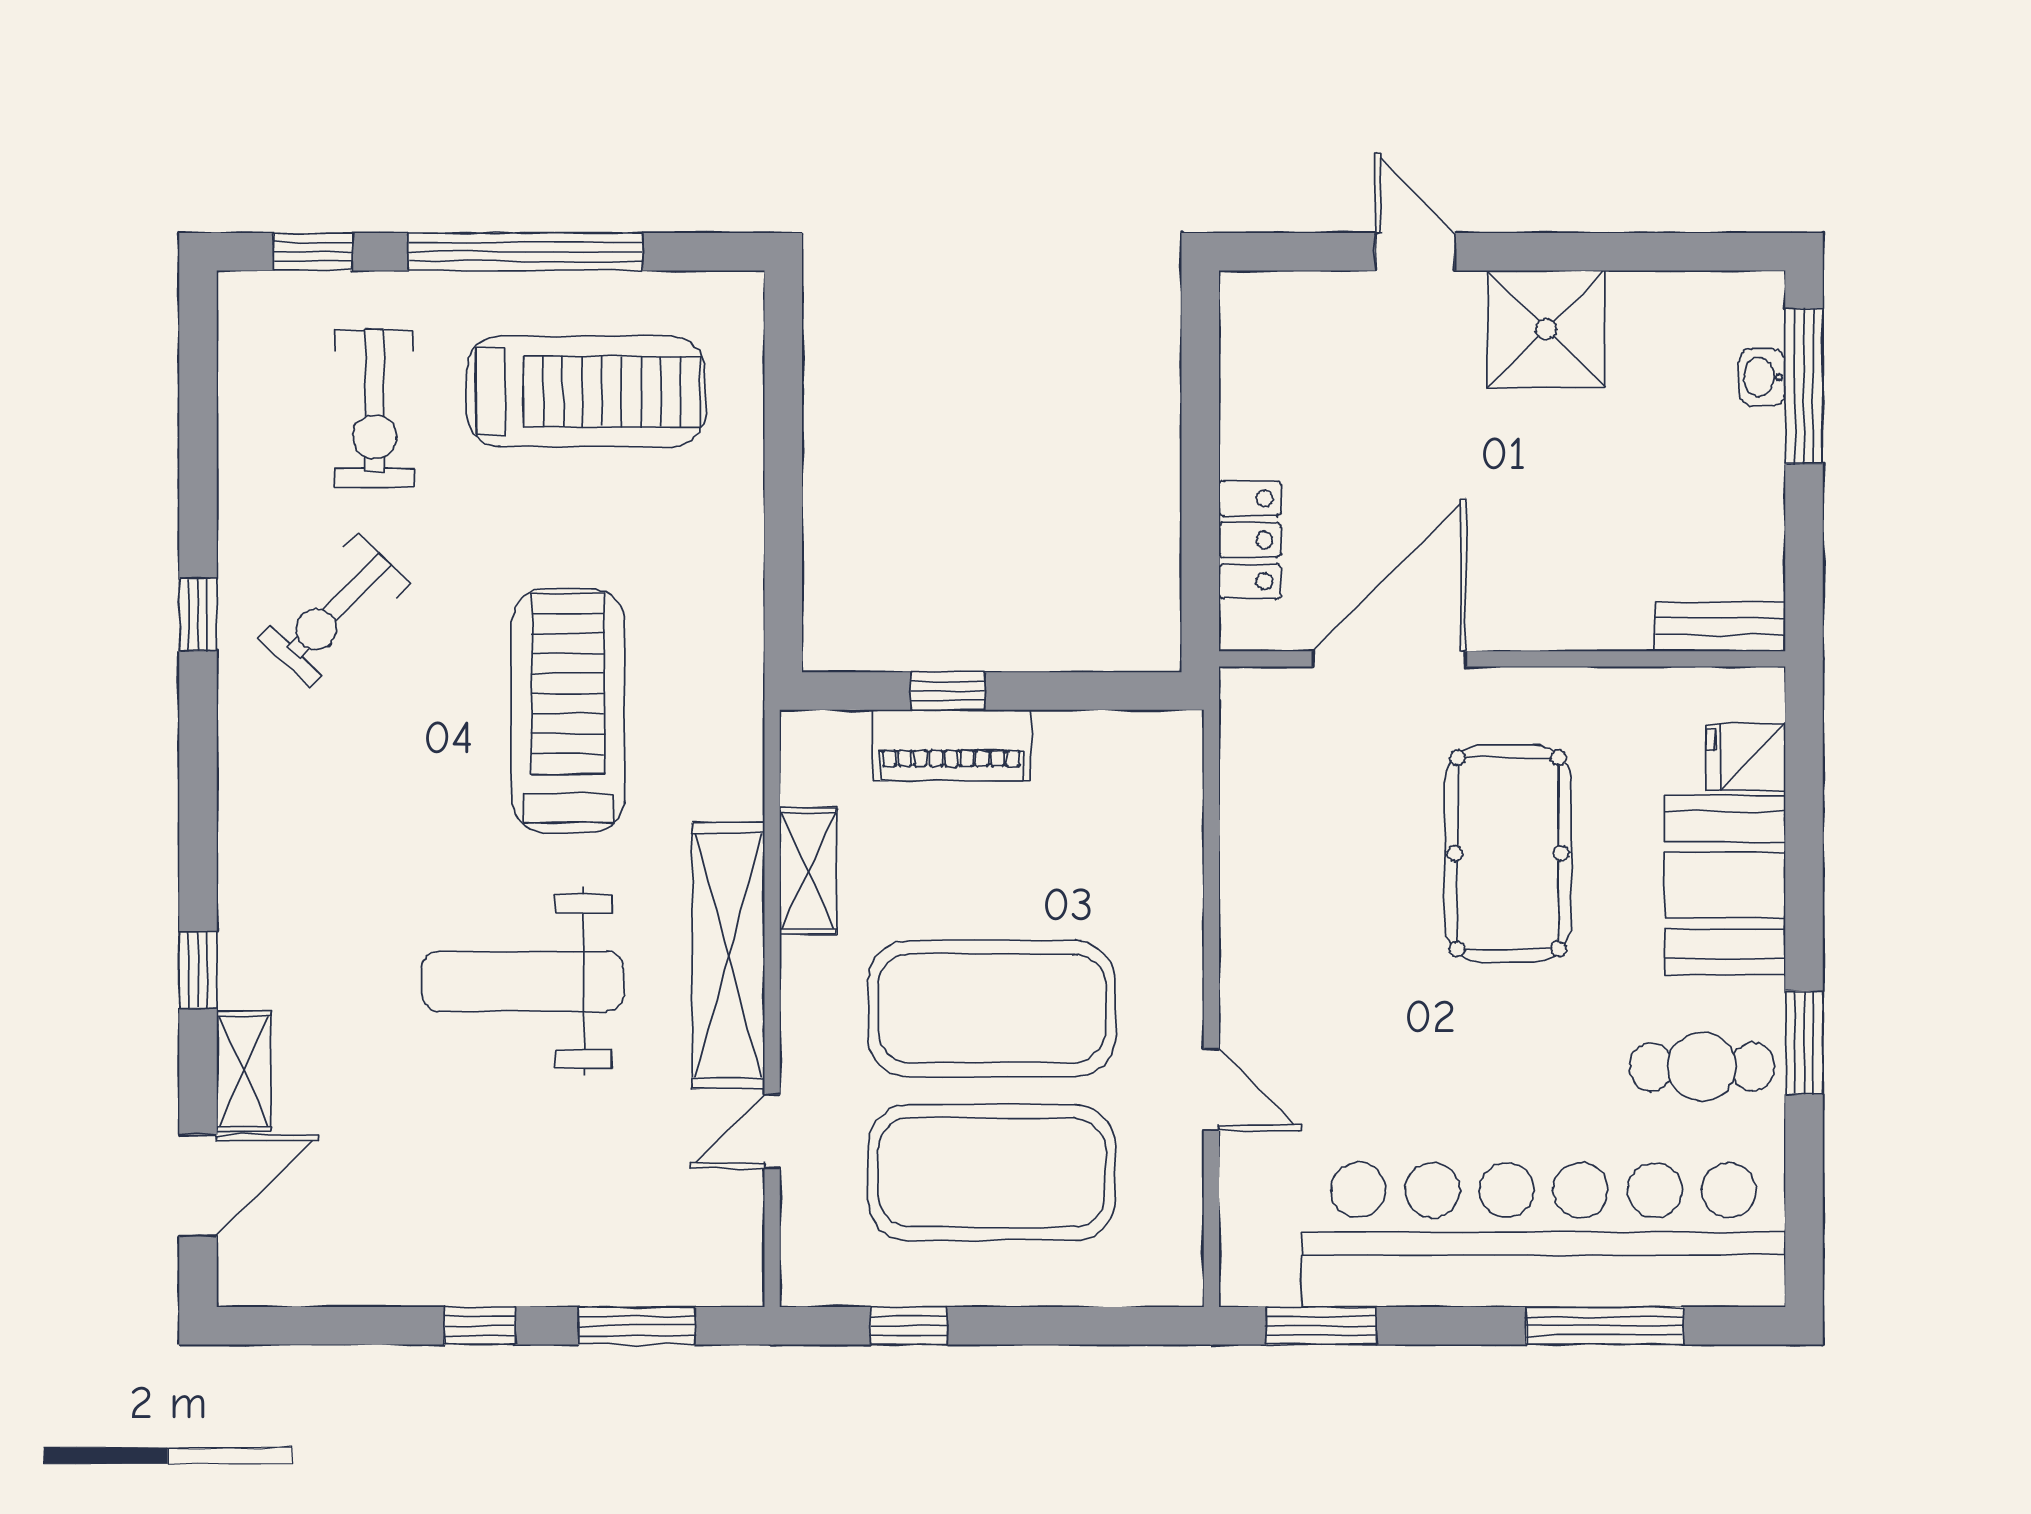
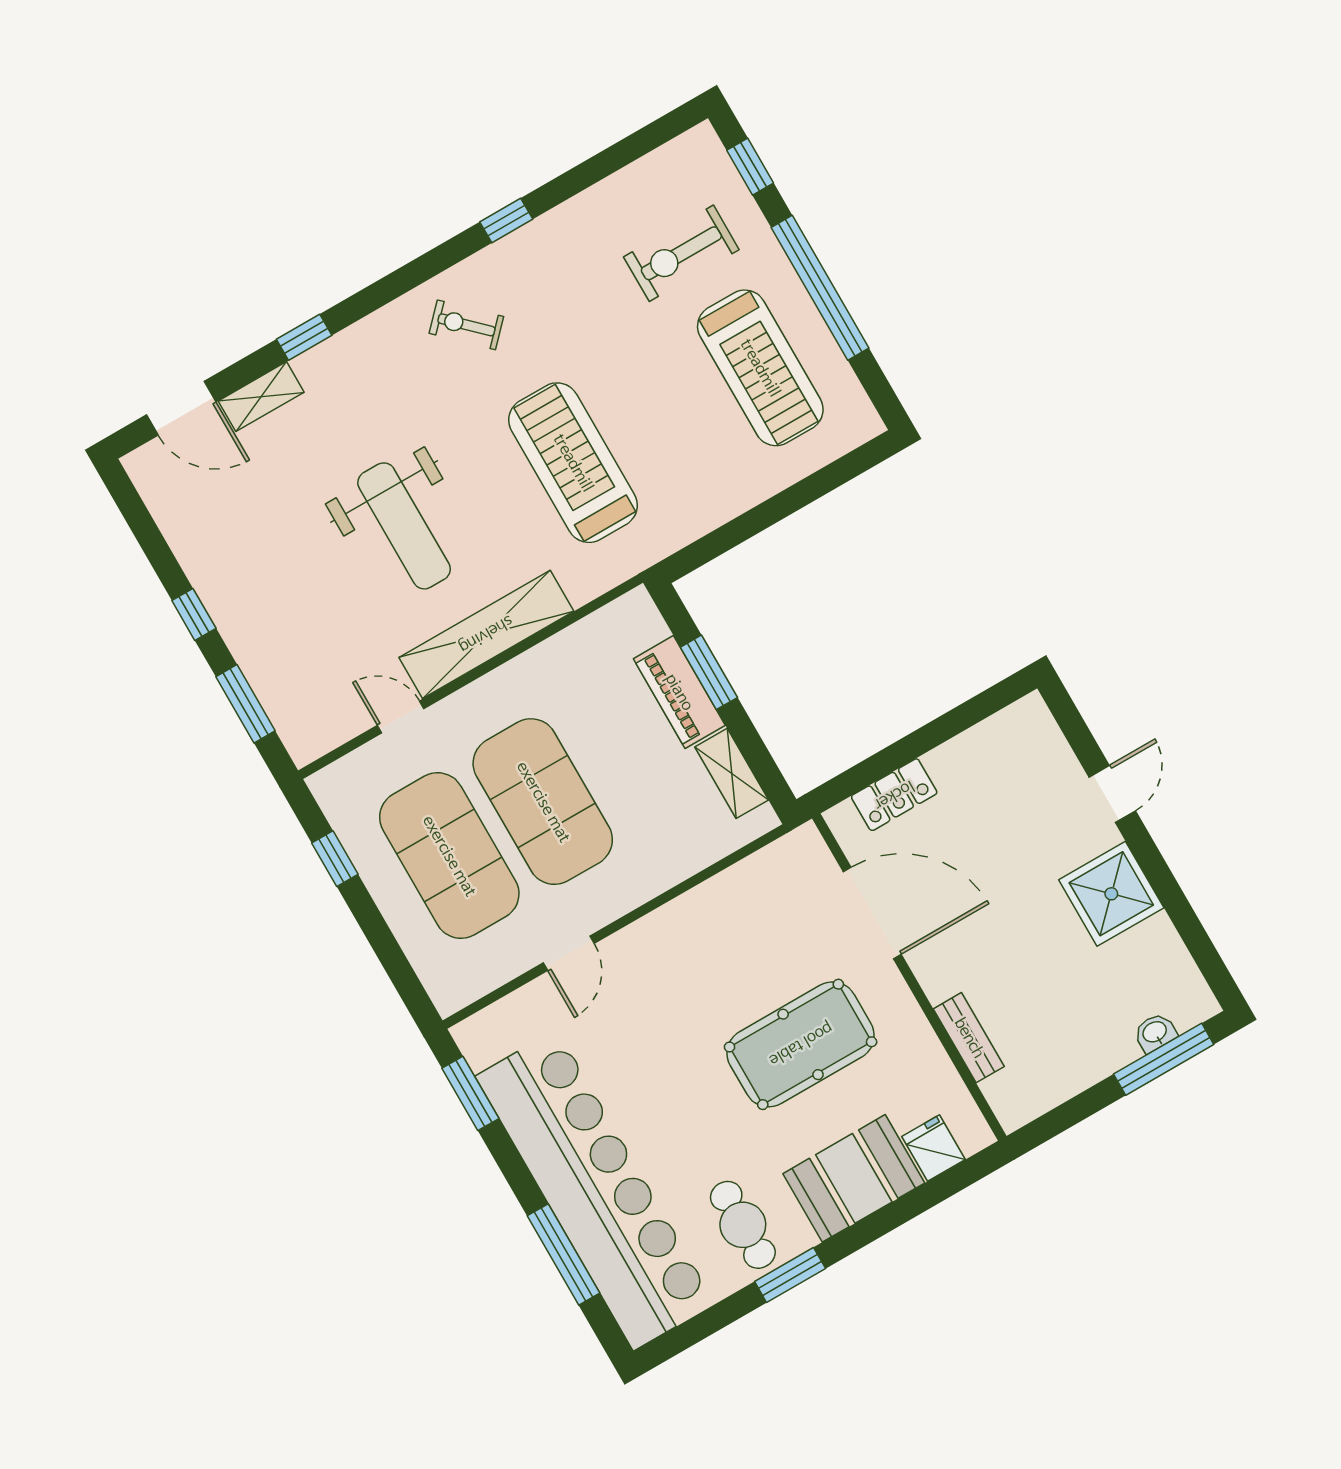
exercise bike: (334, 611) -> (466, 325), moved, width x0.73, depth x0.72
bench: (1720, 627) -> (969, 1038), moved
window: (948, 691) -> (709, 672), width x1.50
treadmill: (568, 710) -> (573, 463), turned -90
shelving: (808, 871) -> (732, 773), moved, turned 90
weight bench: (523, 981) -> (404, 526), turned 180

